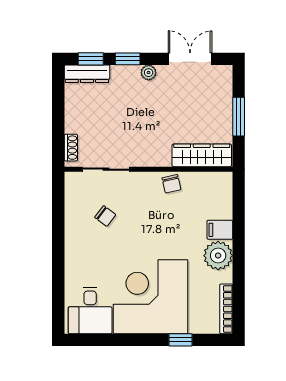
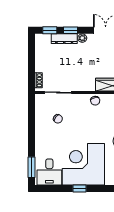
dresser: (87, 74) -> (64, 39), moved
window: (58, 302) -> (31, 167), added
window: (181, 340) -> (79, 189), moved

